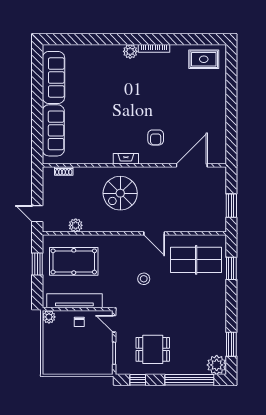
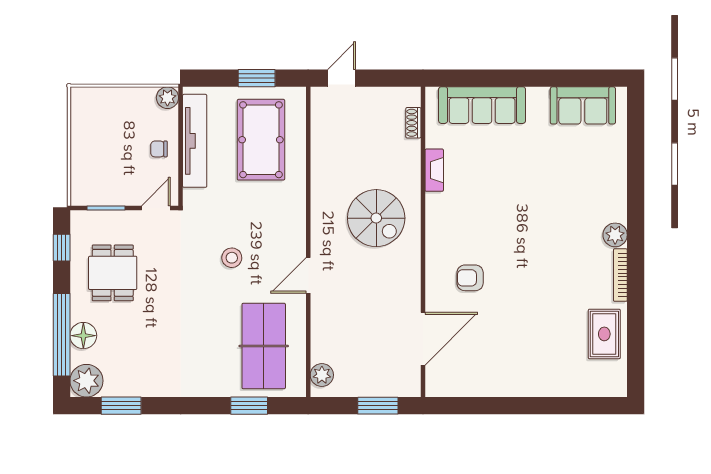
rug: (204, 59) -> (604, 334), moved
sofa: (53, 77) -> (583, 105), width x0.73
fireplace: (126, 159) -> (434, 170), moved
door: (192, 165) -> (423, 339), hinge flipped
spiral stairs: (120, 193) -> (376, 218), turned 180
window: (231, 206) -> (378, 406), moved
plant: (76, 225) -> (322, 375), moved
floor lamp: (190, 367) -> (83, 336), added

